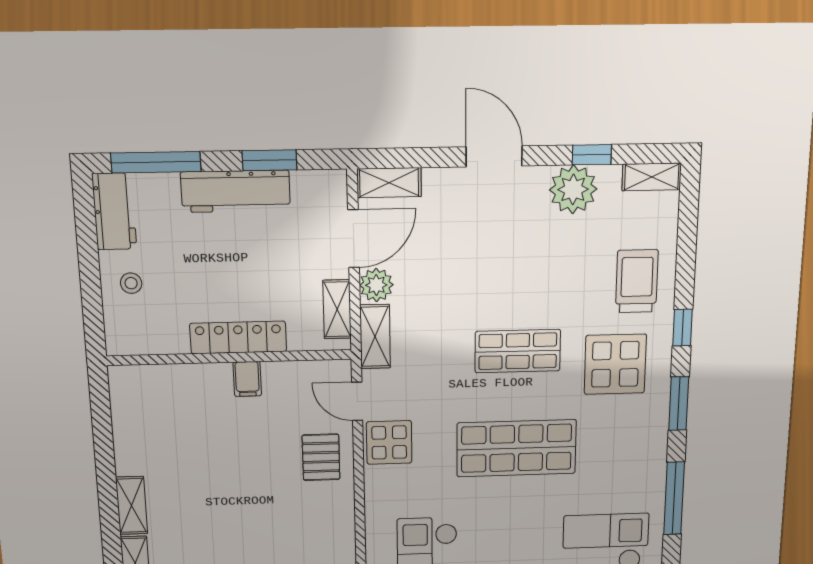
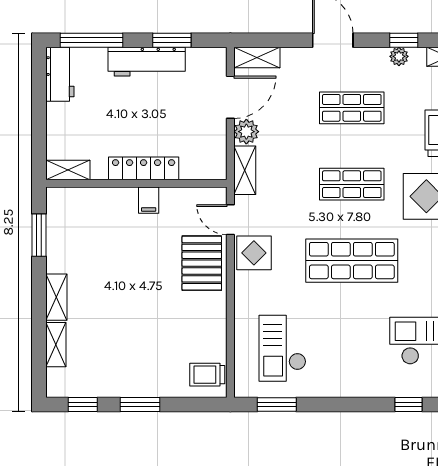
plant: (573, 189) -> (399, 56), width x0.53, depth x0.53
shop shelf: (519, 250) -> (352, 108), added
stool: (131, 283) -> (68, 126), removed
shelving: (337, 309) -> (68, 170), moved, turned 90
window: (102, 428) -> (39, 235), added
pallet: (321, 457) -> (202, 263), width x1.50, depth x1.42

